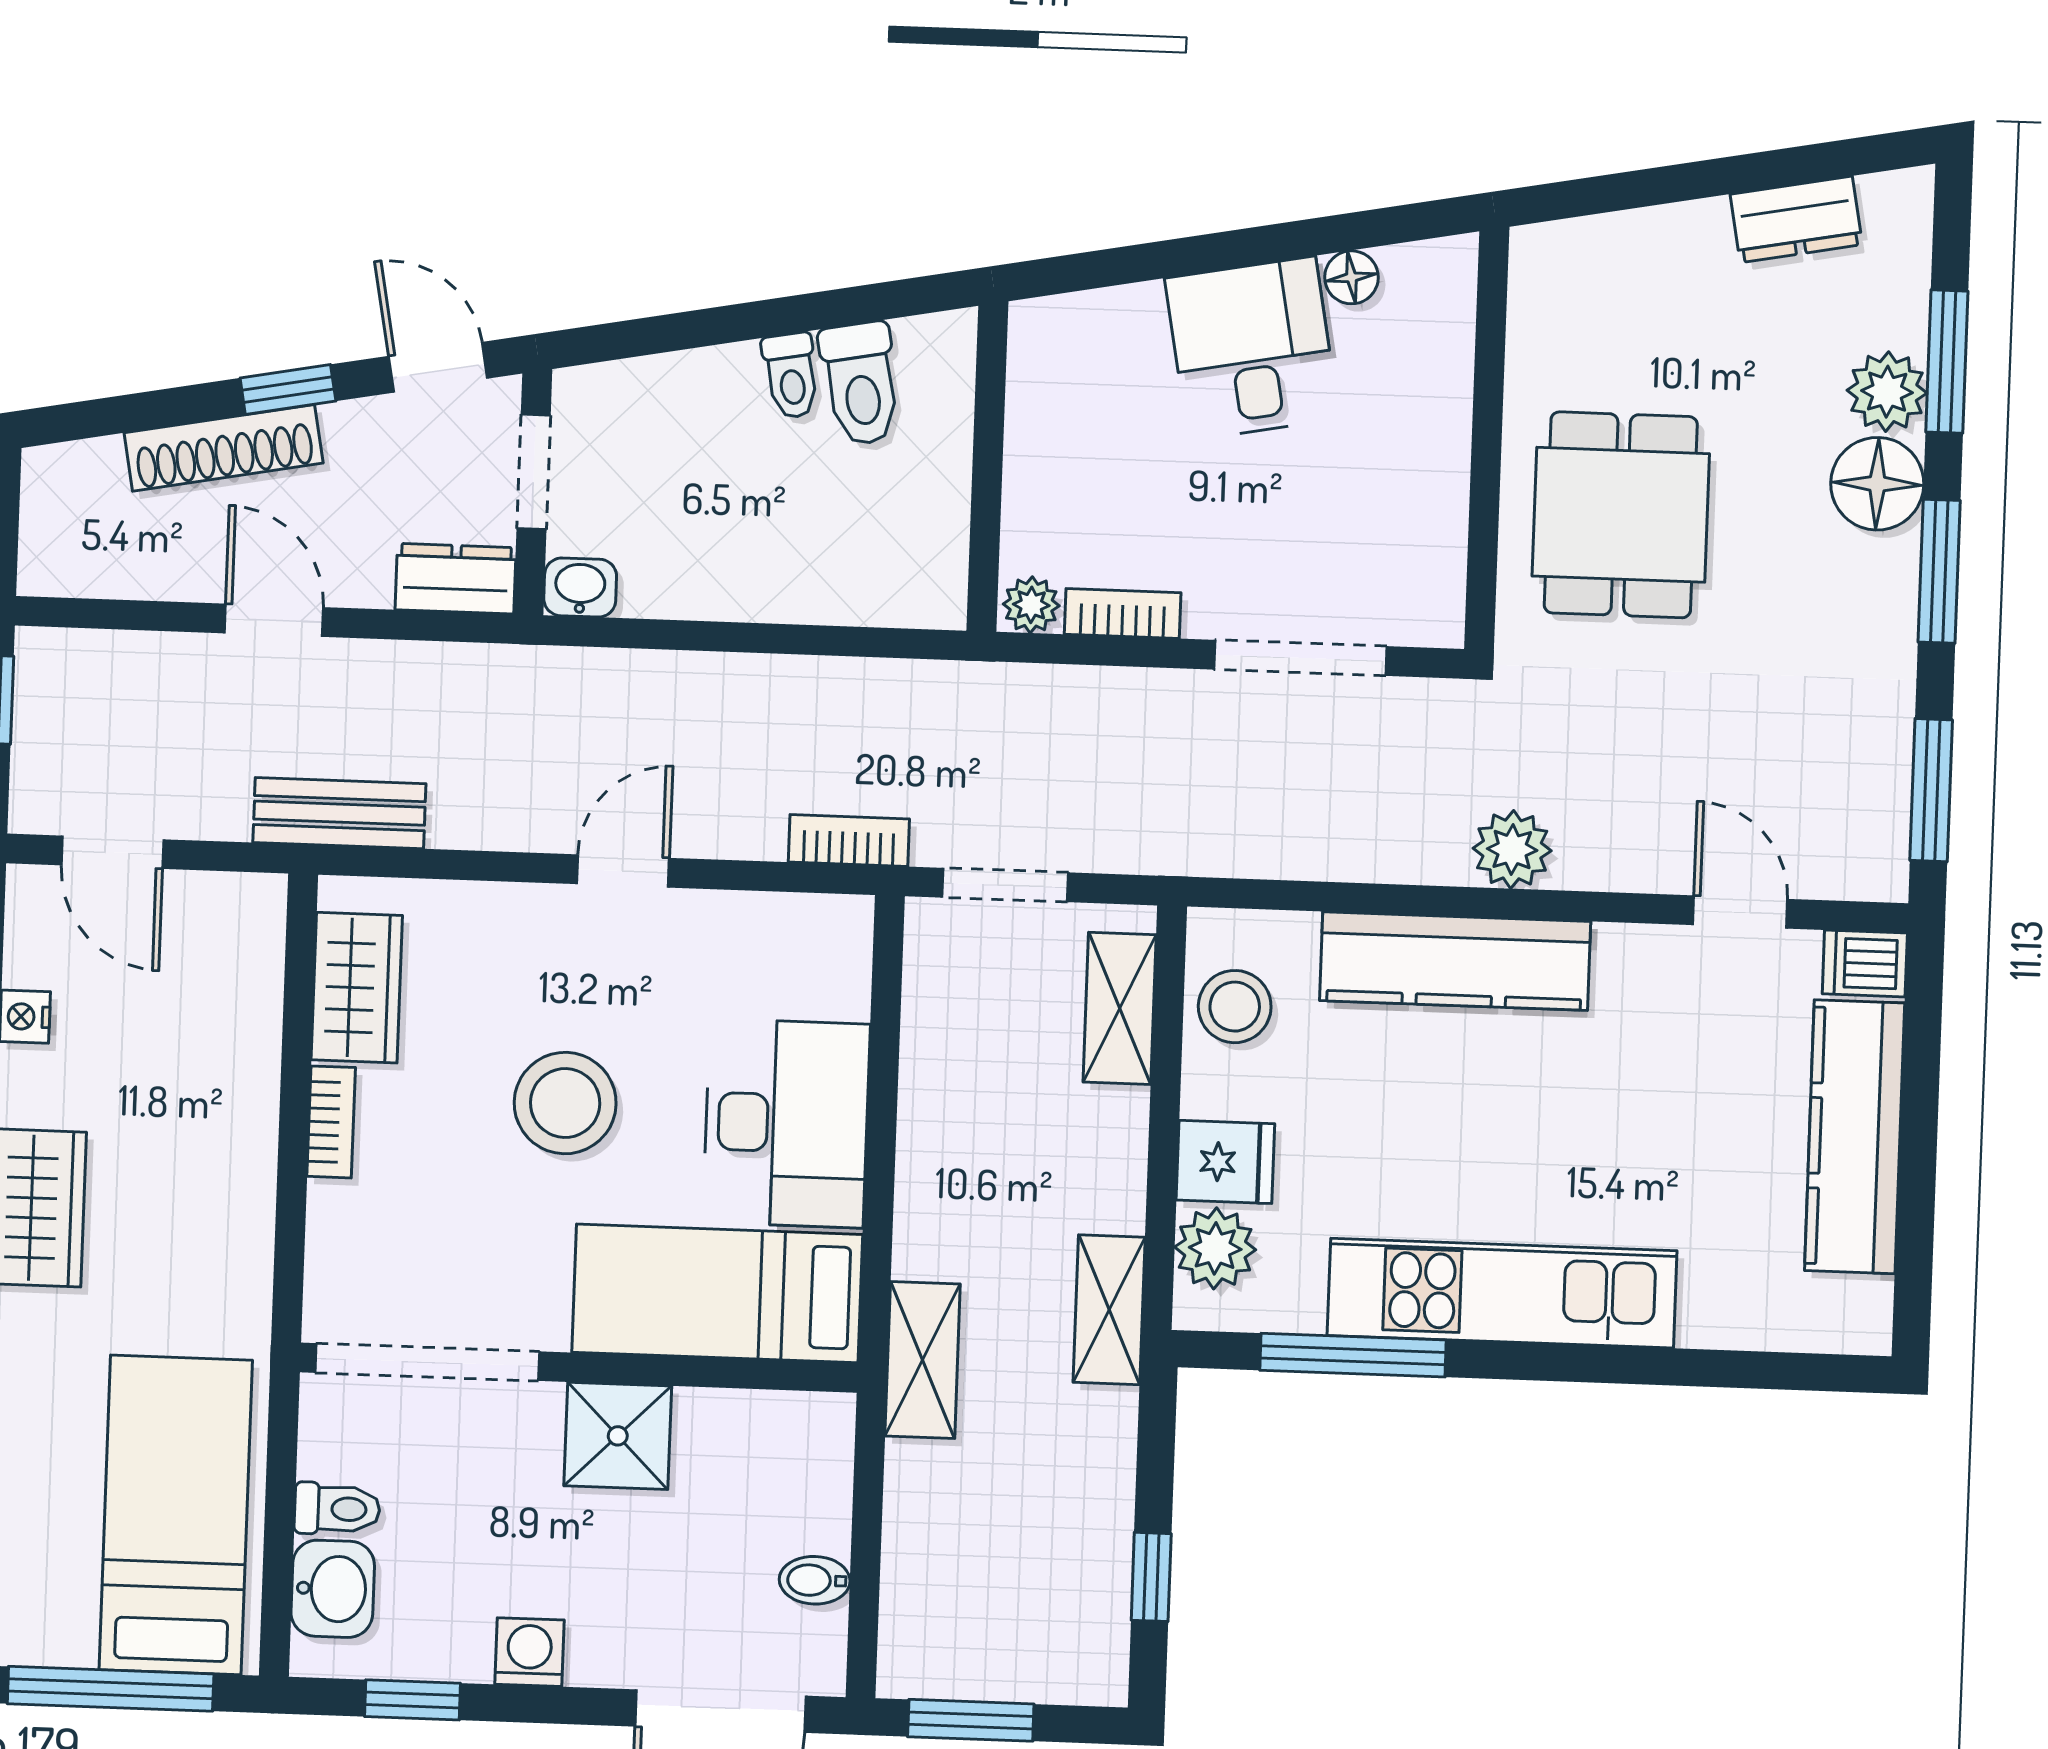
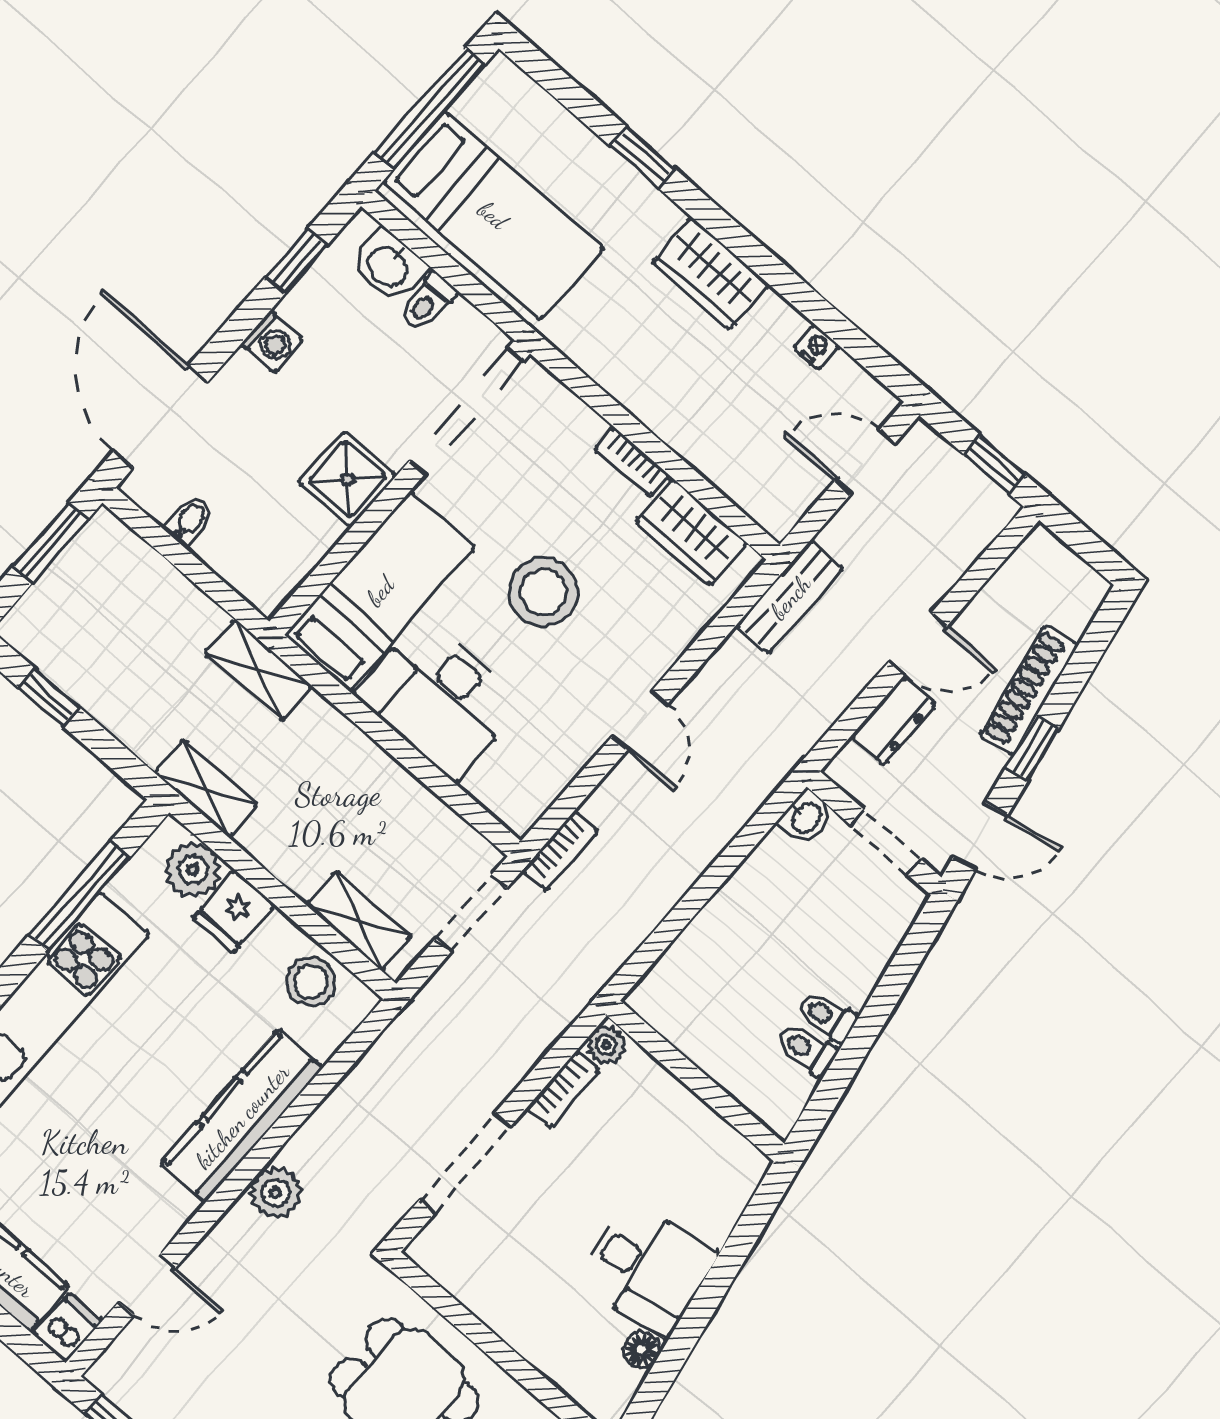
toilet: (861, 384) -> (806, 1050), width x0.73, depth x0.72
dresser: (456, 579) -> (893, 721), moved

